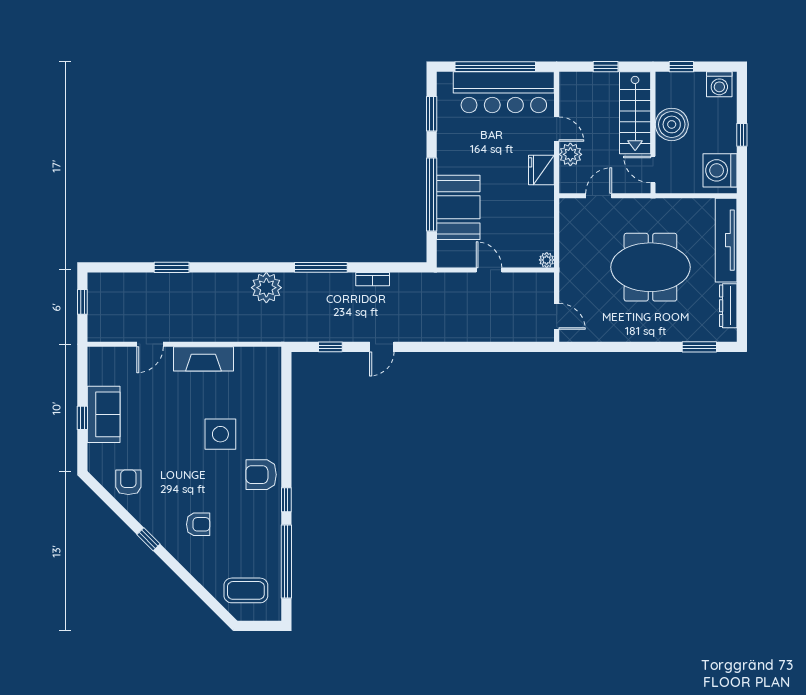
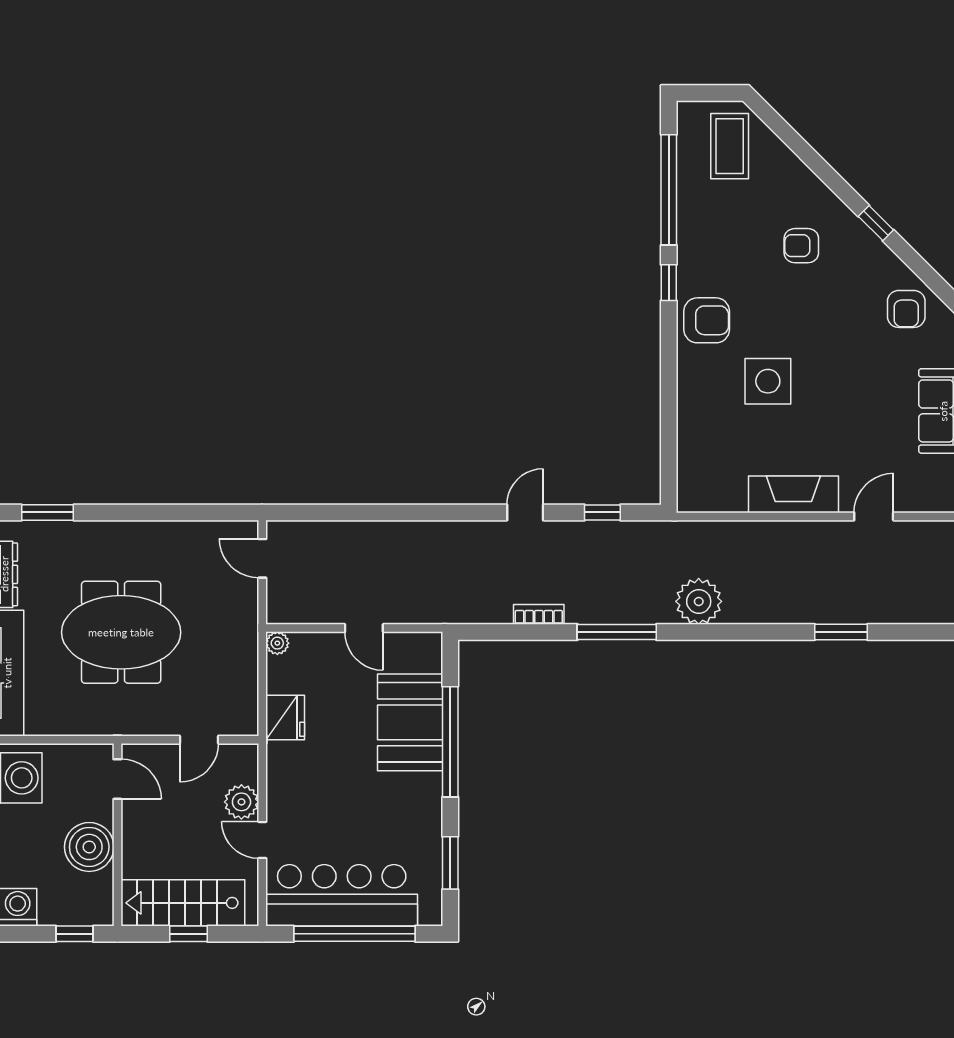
stairs: (635, 113) -> (183, 903), moved, turned -90
fridge: (541, 170) -> (285, 718), moved
coffee table: (246, 590) -> (730, 146), turned 90

